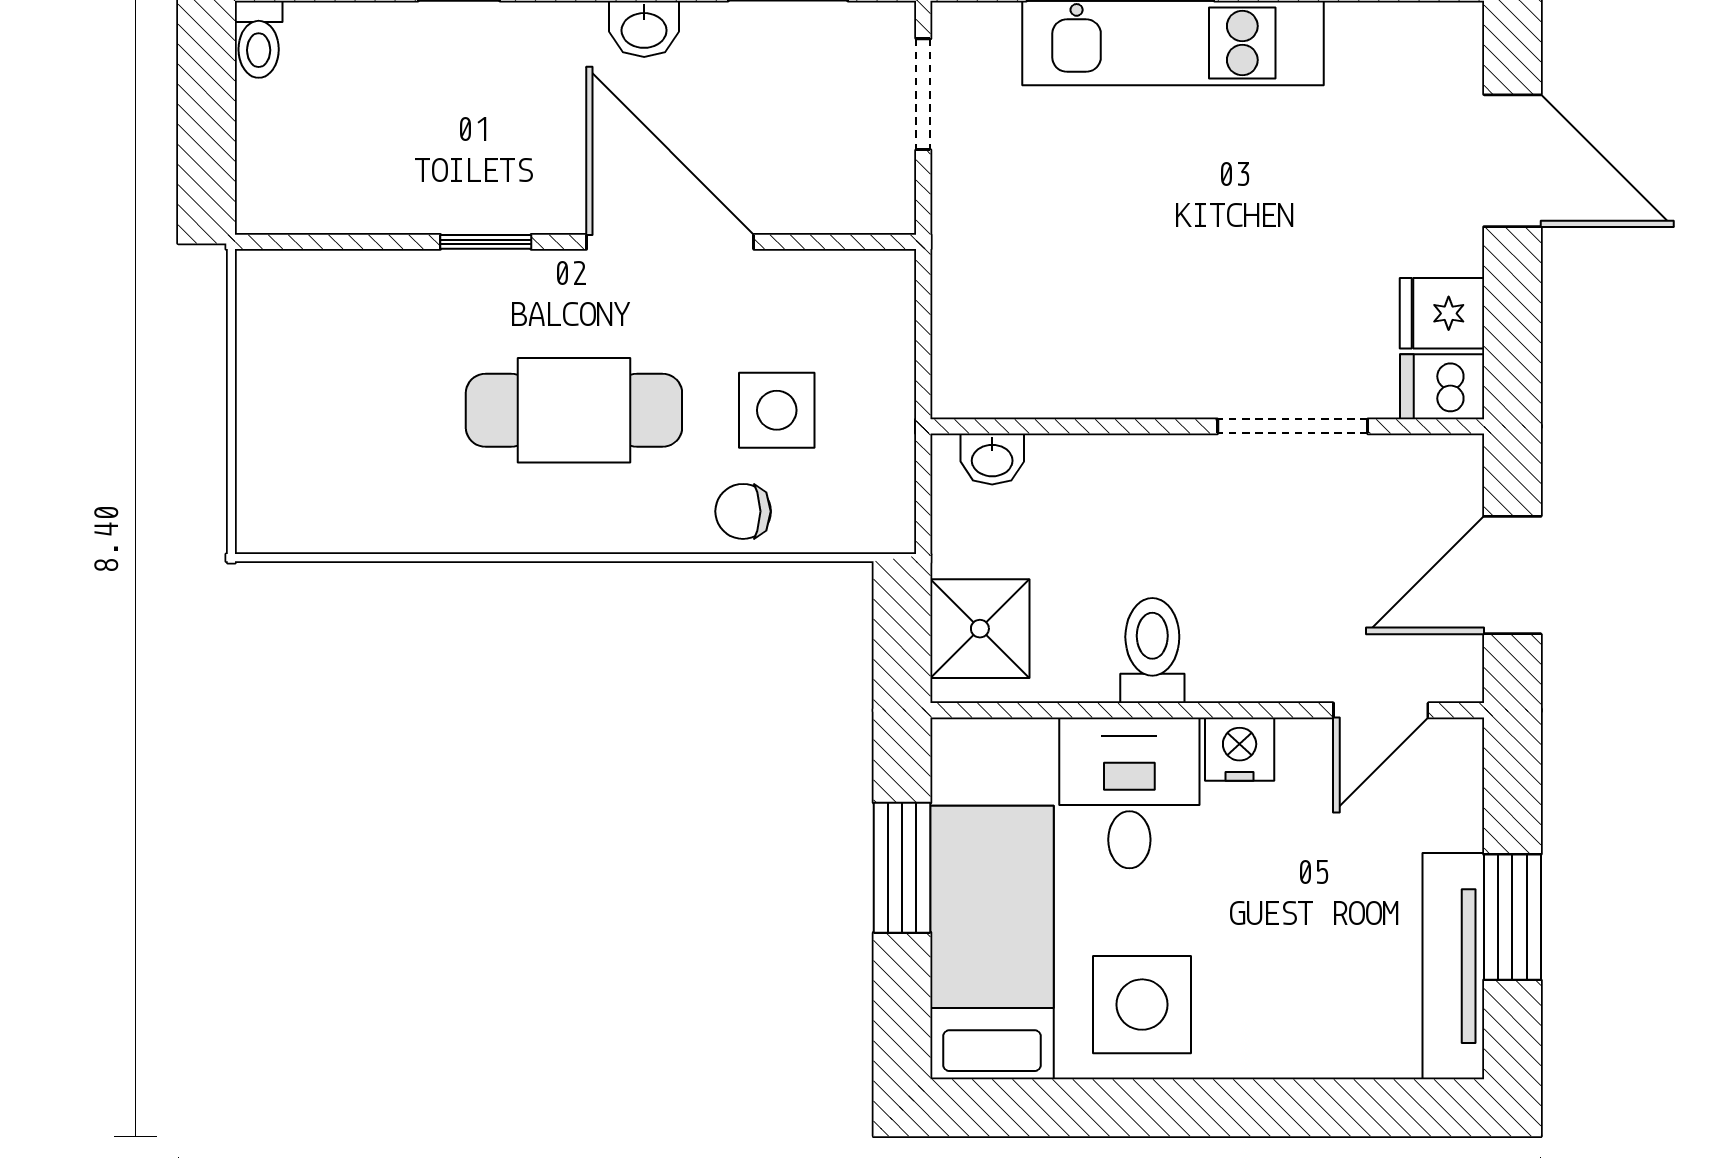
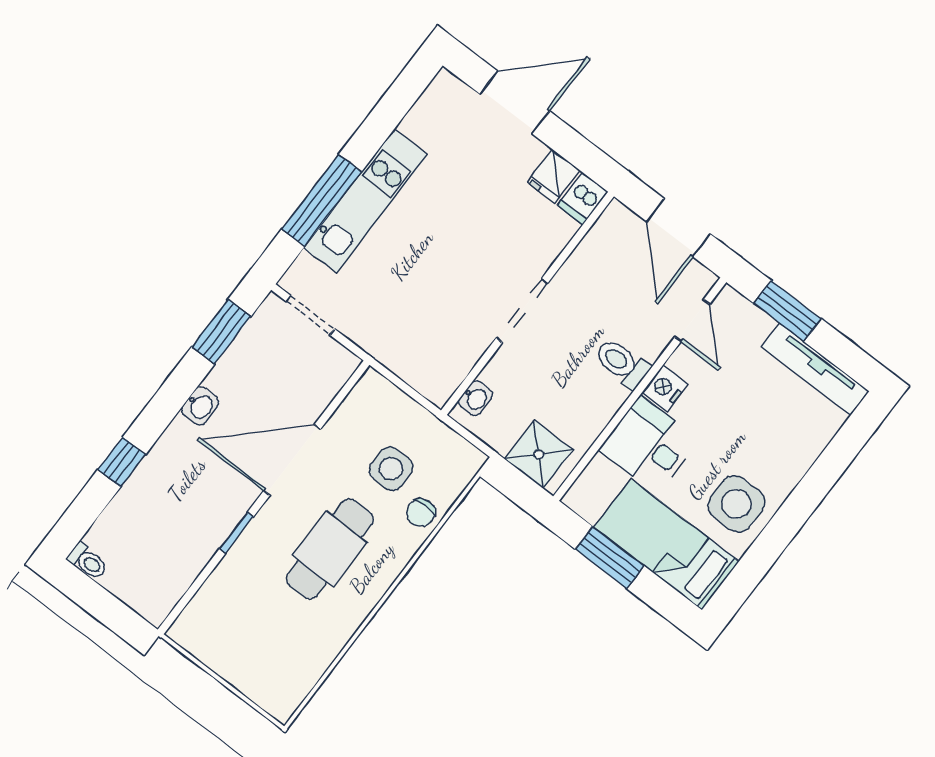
doorway: (1293, 426) -> (522, 311), moved
toilet: (1152, 651) -> (622, 363), moved
window: (1512, 917) -> (787, 311), moved

